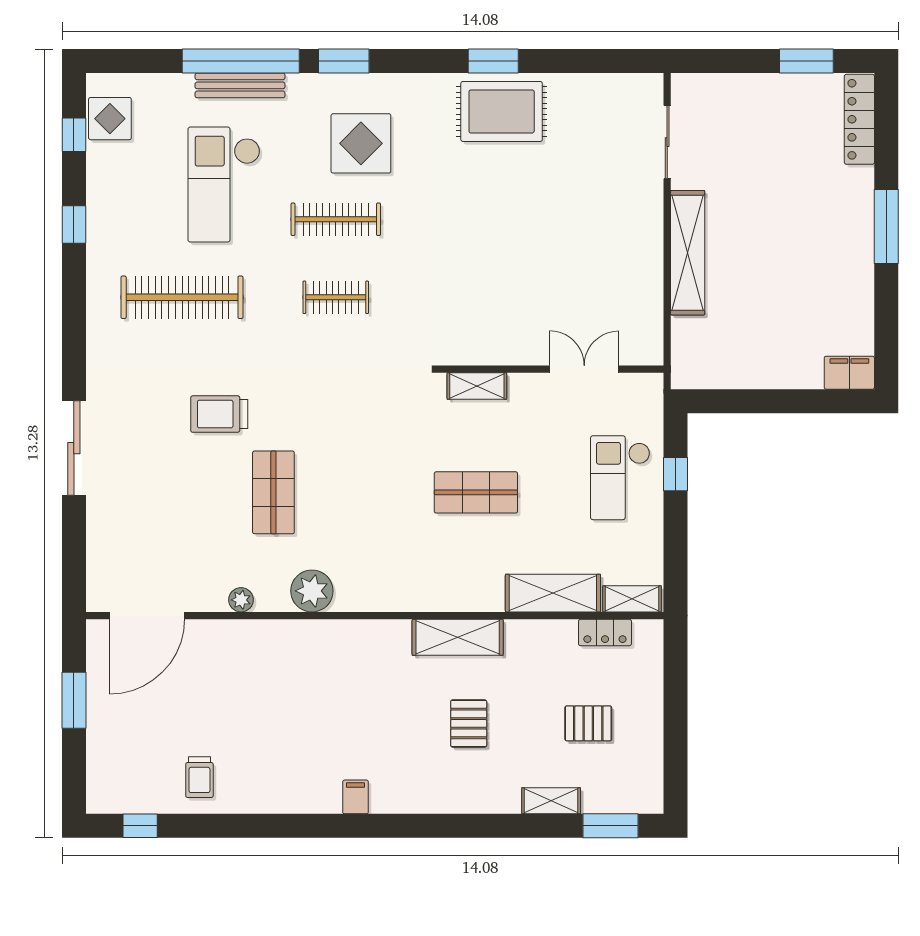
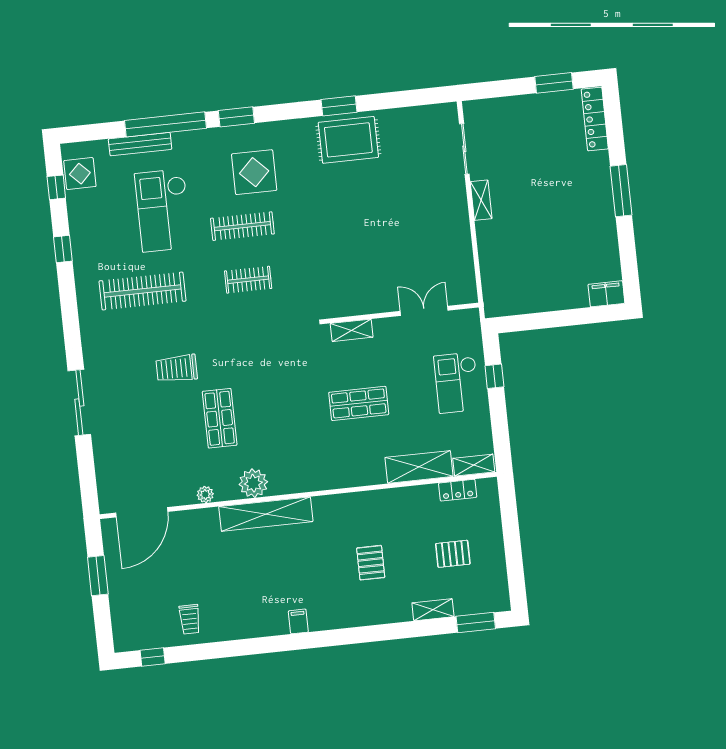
bench: (240, 85) -> (140, 144), moved
shelving: (688, 253) -> (481, 200), width x0.45, depth x0.75
shelving: (458, 637) -> (266, 514), moved, width x1.47

